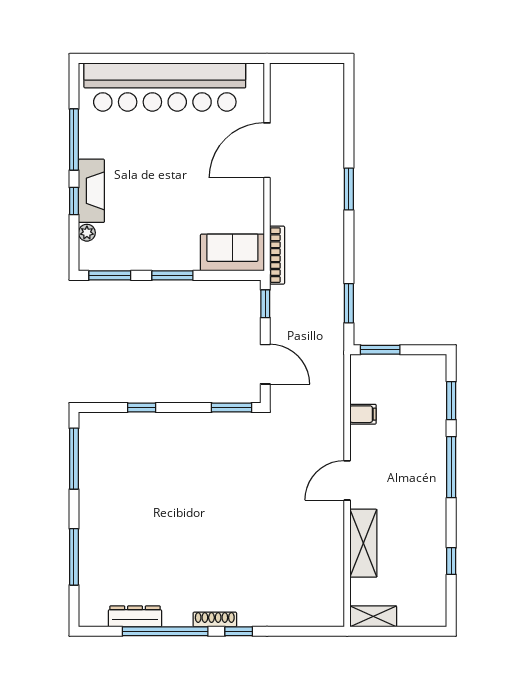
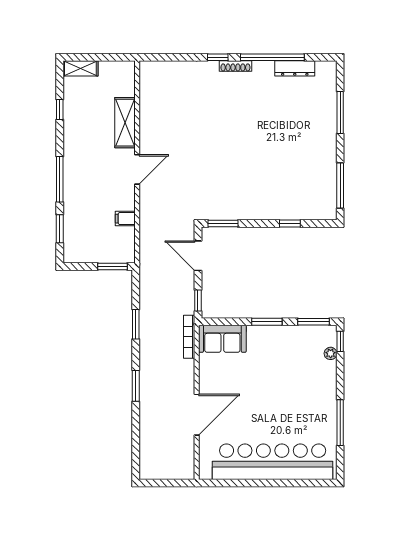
fireplace: (91, 191) -> (327, 385), removed
window: (74, 201) -> (340, 341), moved
window: (349, 303) -> (136, 324), moved
shelving: (373, 616) -> (80, 68), moved

